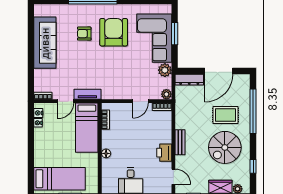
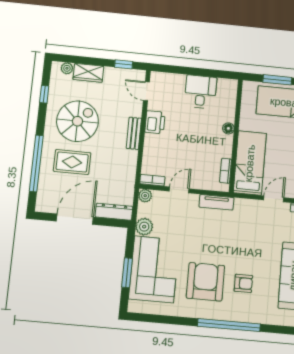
armchair: (114, 32) -> (205, 282), turned 180
tv unit: (87, 94) -> (216, 202), moved

